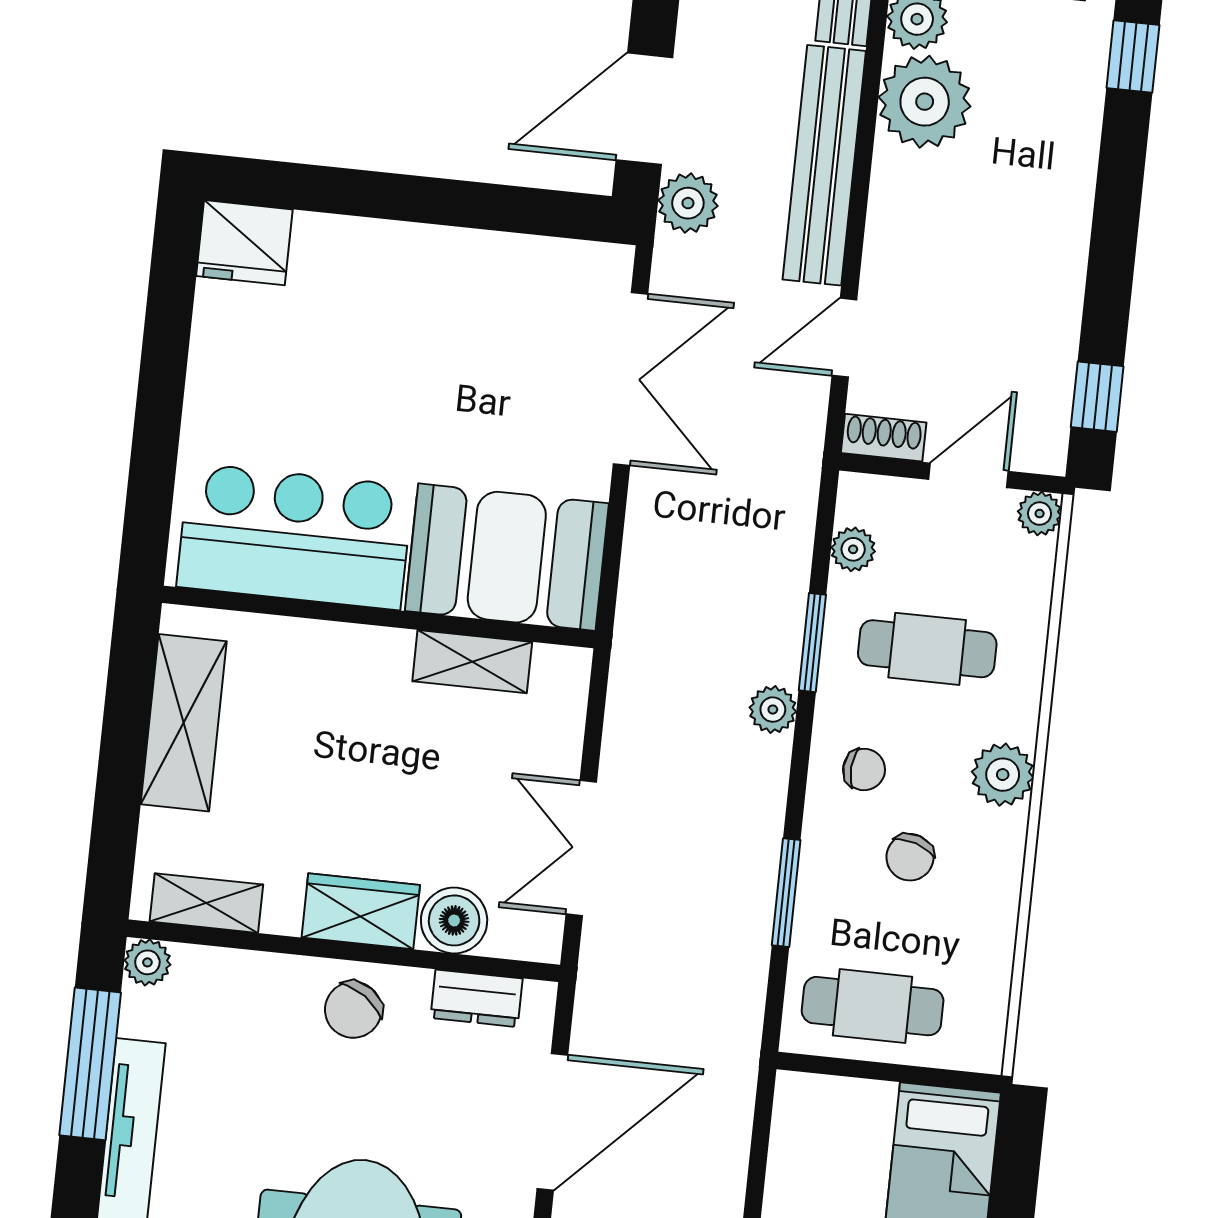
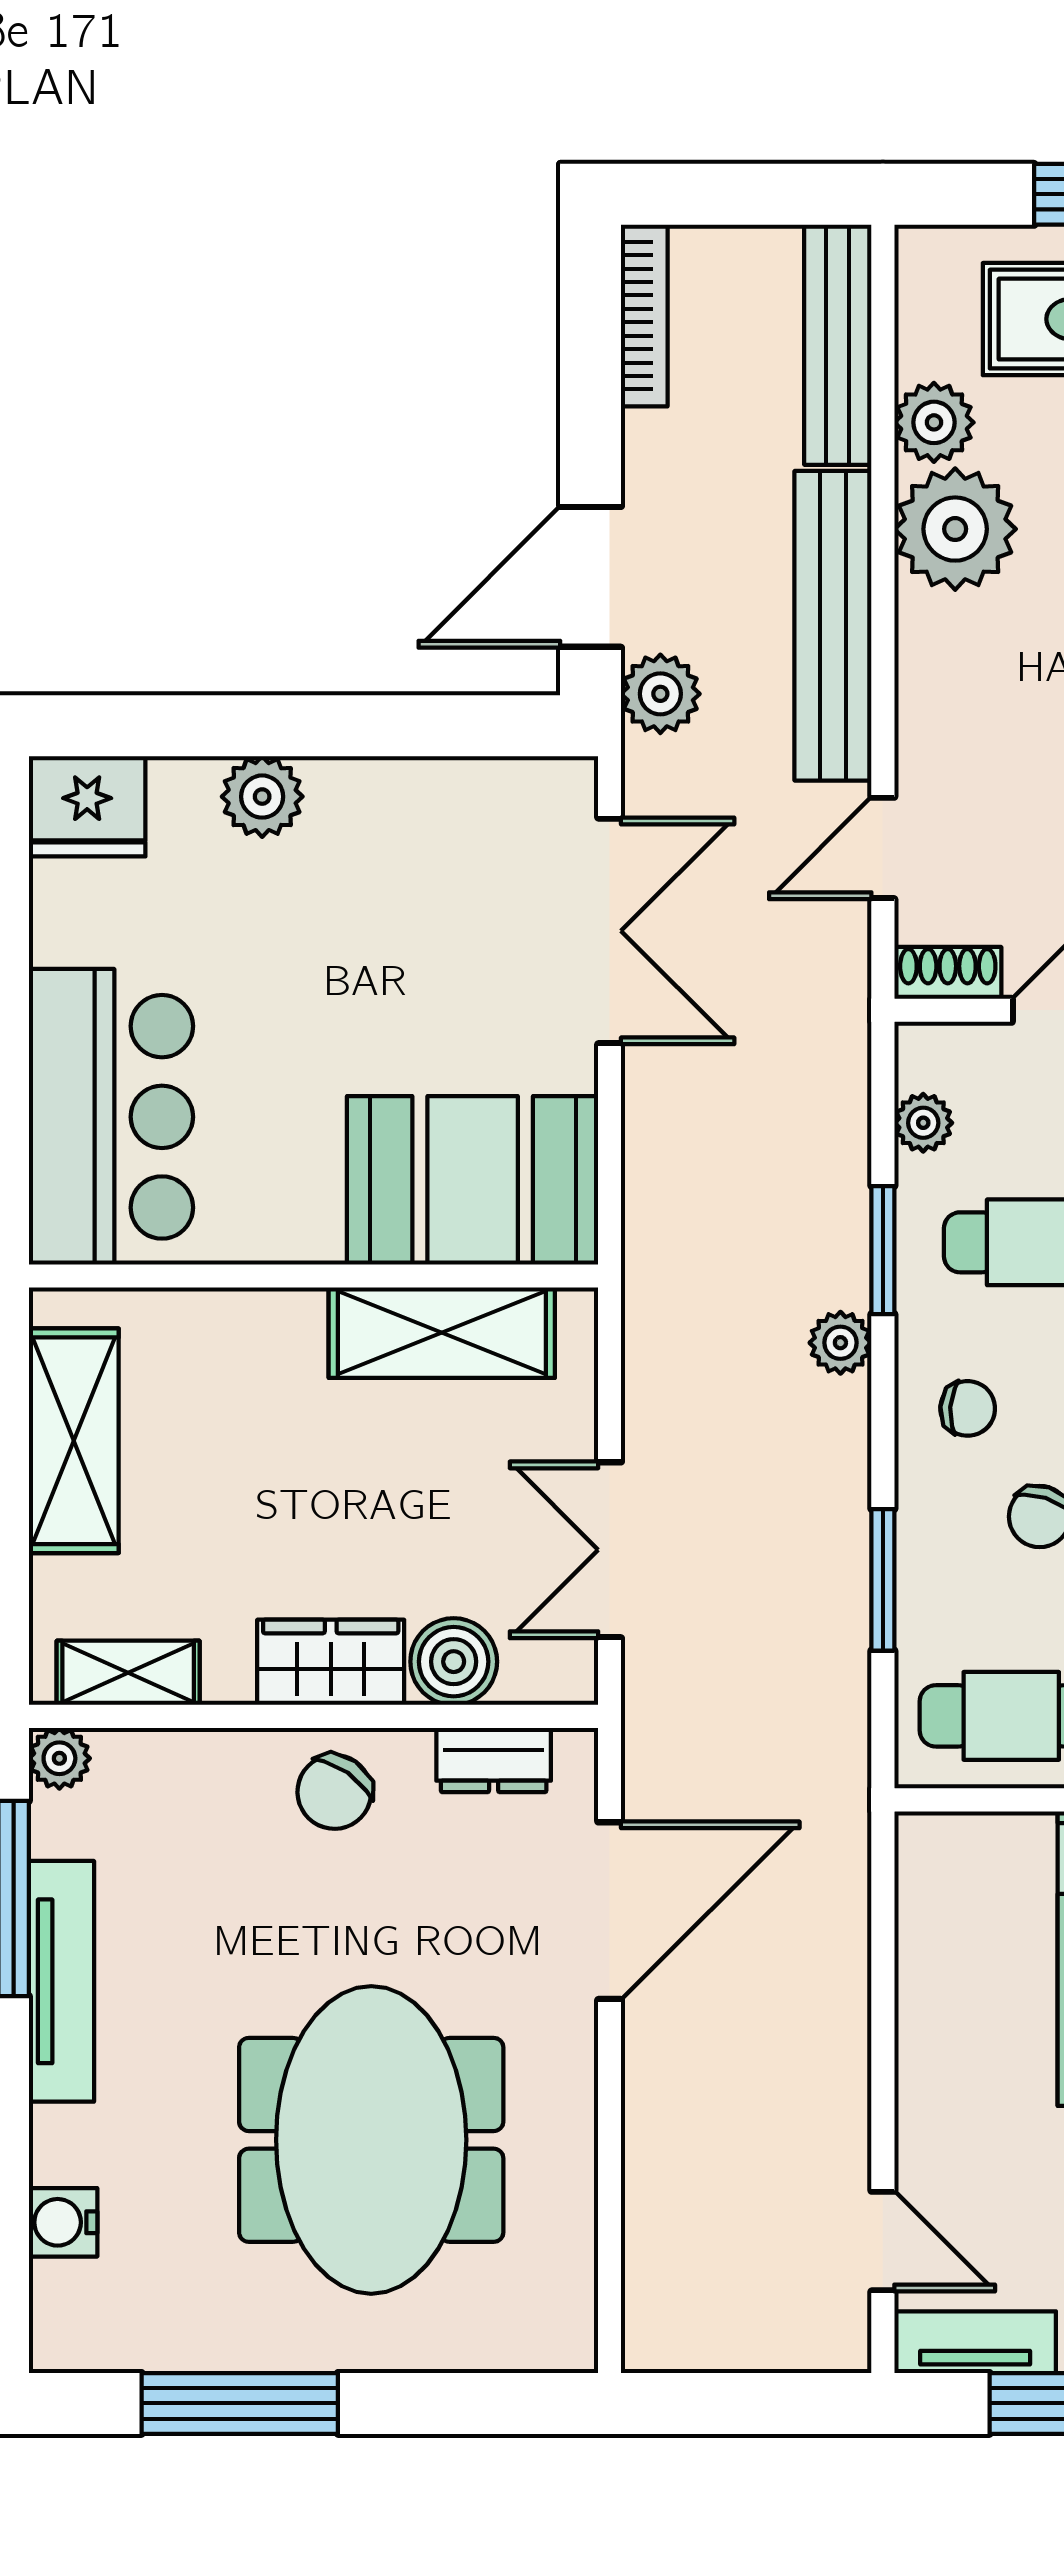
plant: (378, 249) -> (262, 797), added
bar counter: (295, 536) -> (111, 1117), moved, turned 90
shelving: (472, 662) -> (442, 1333), width x1.50, depth x1.33

